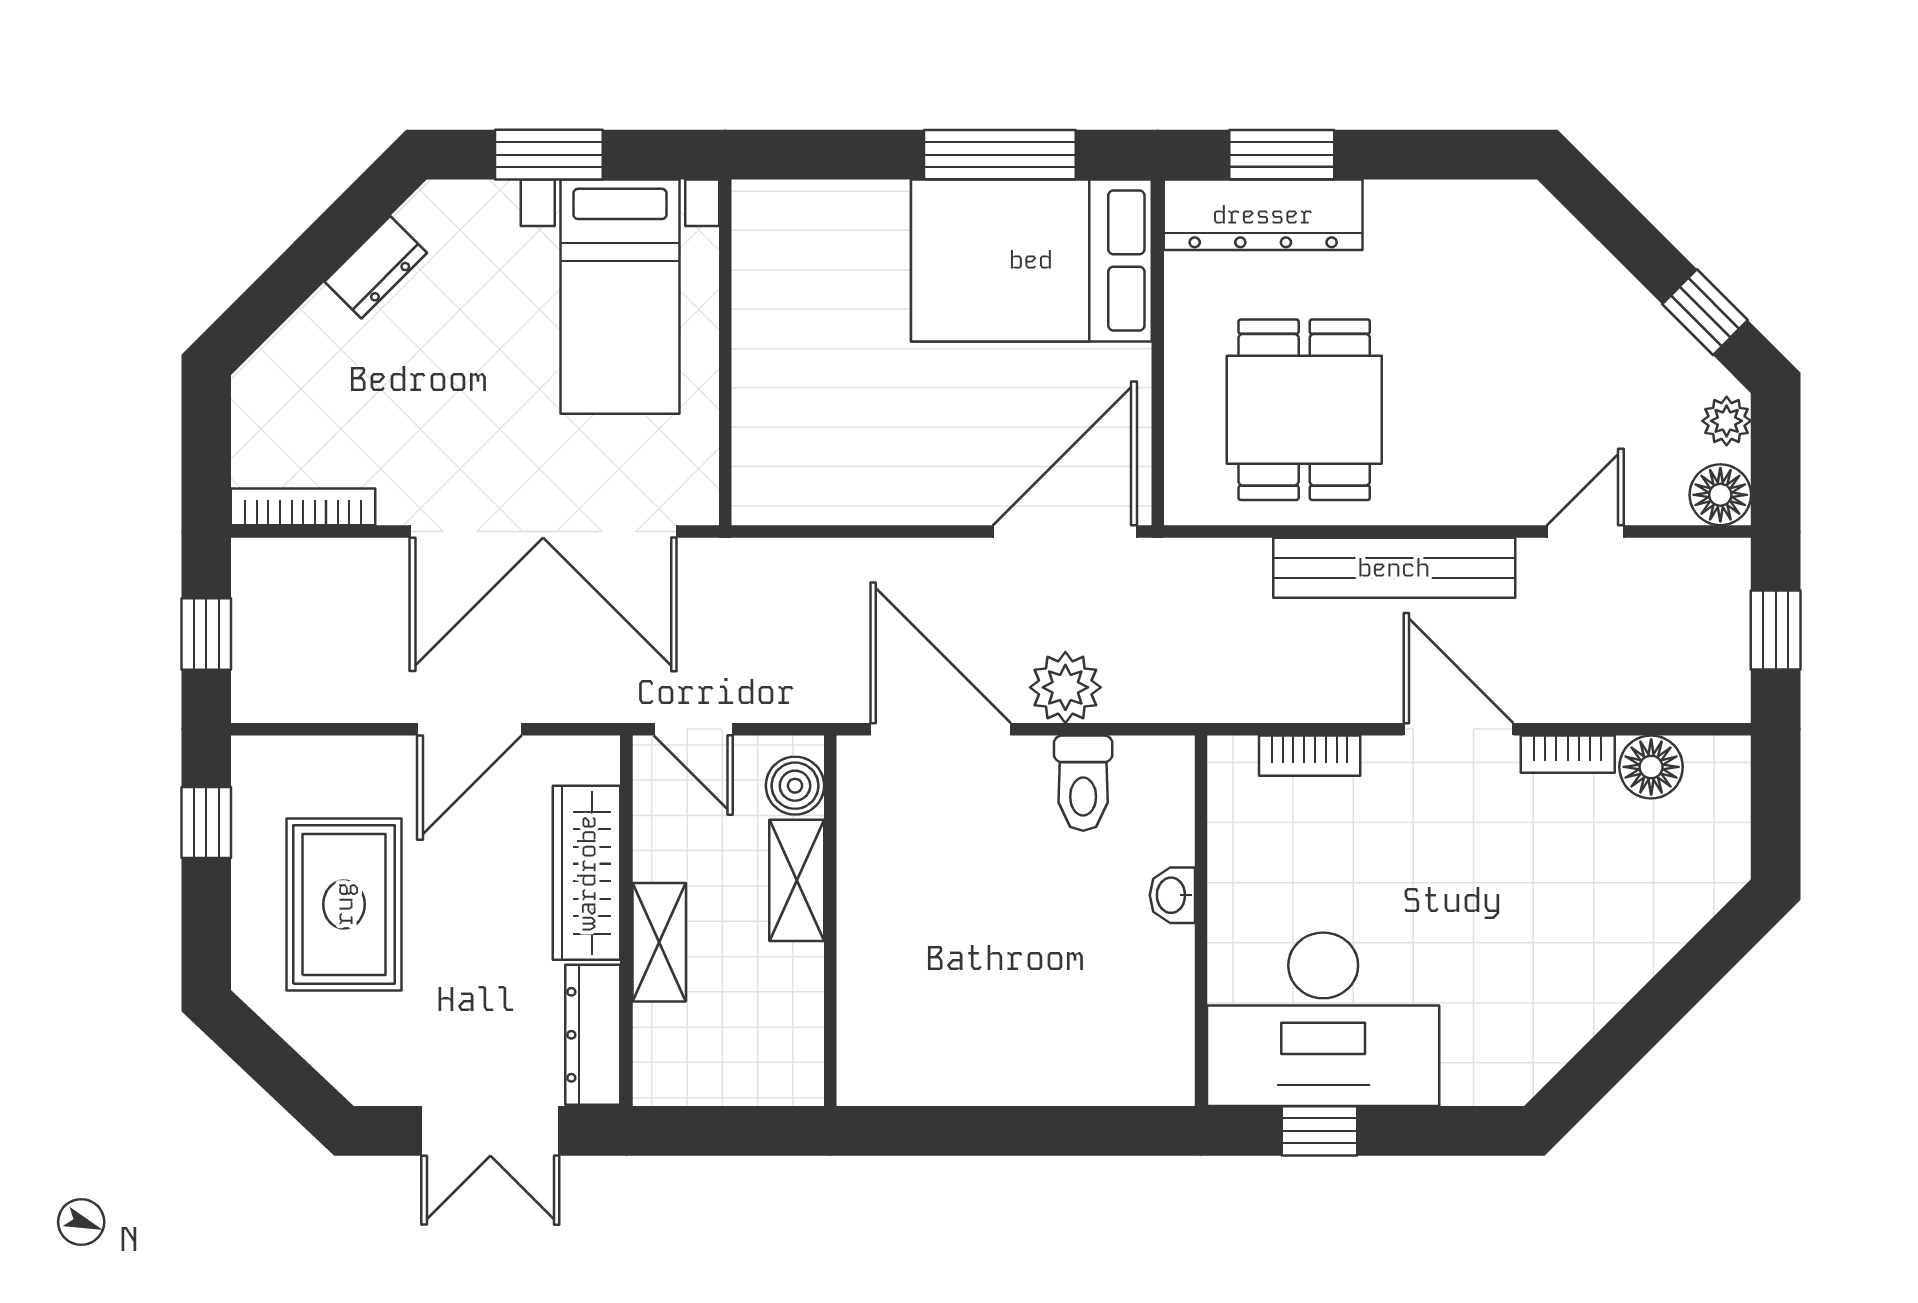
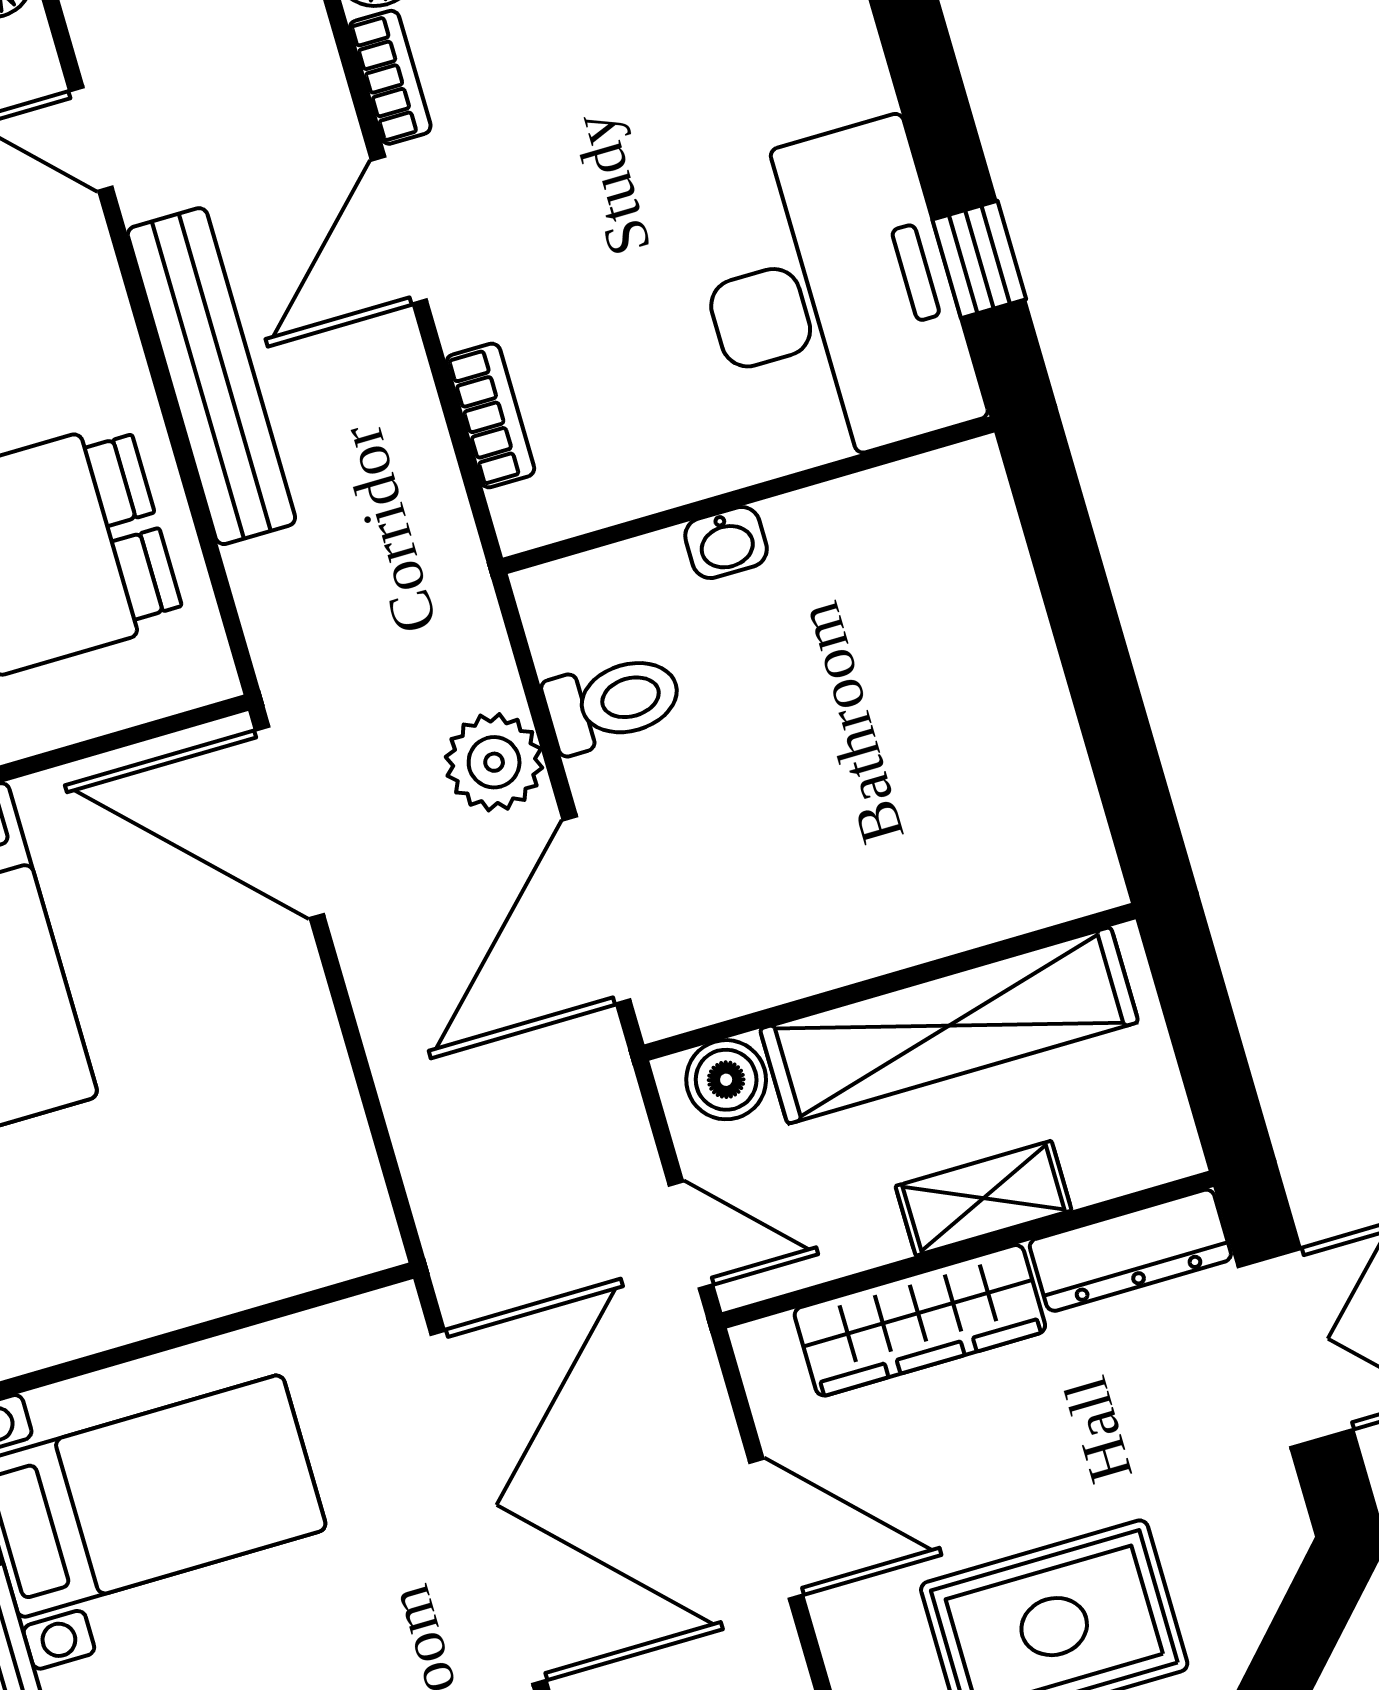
door: (693, 729) -> (691, 1235), hinge flipped
shelving: (797, 880) -> (949, 1025), width x2.20, depth x1.33

